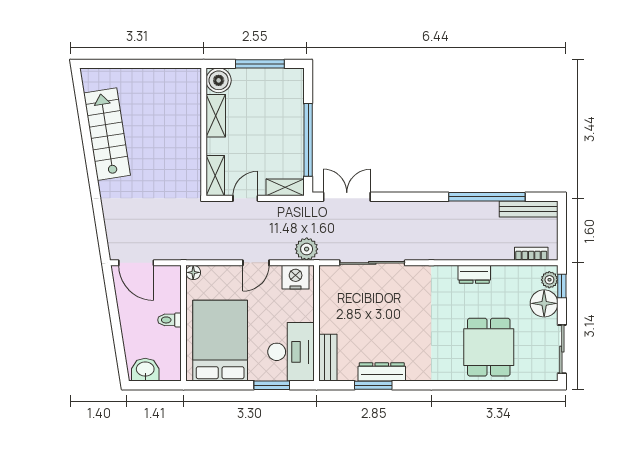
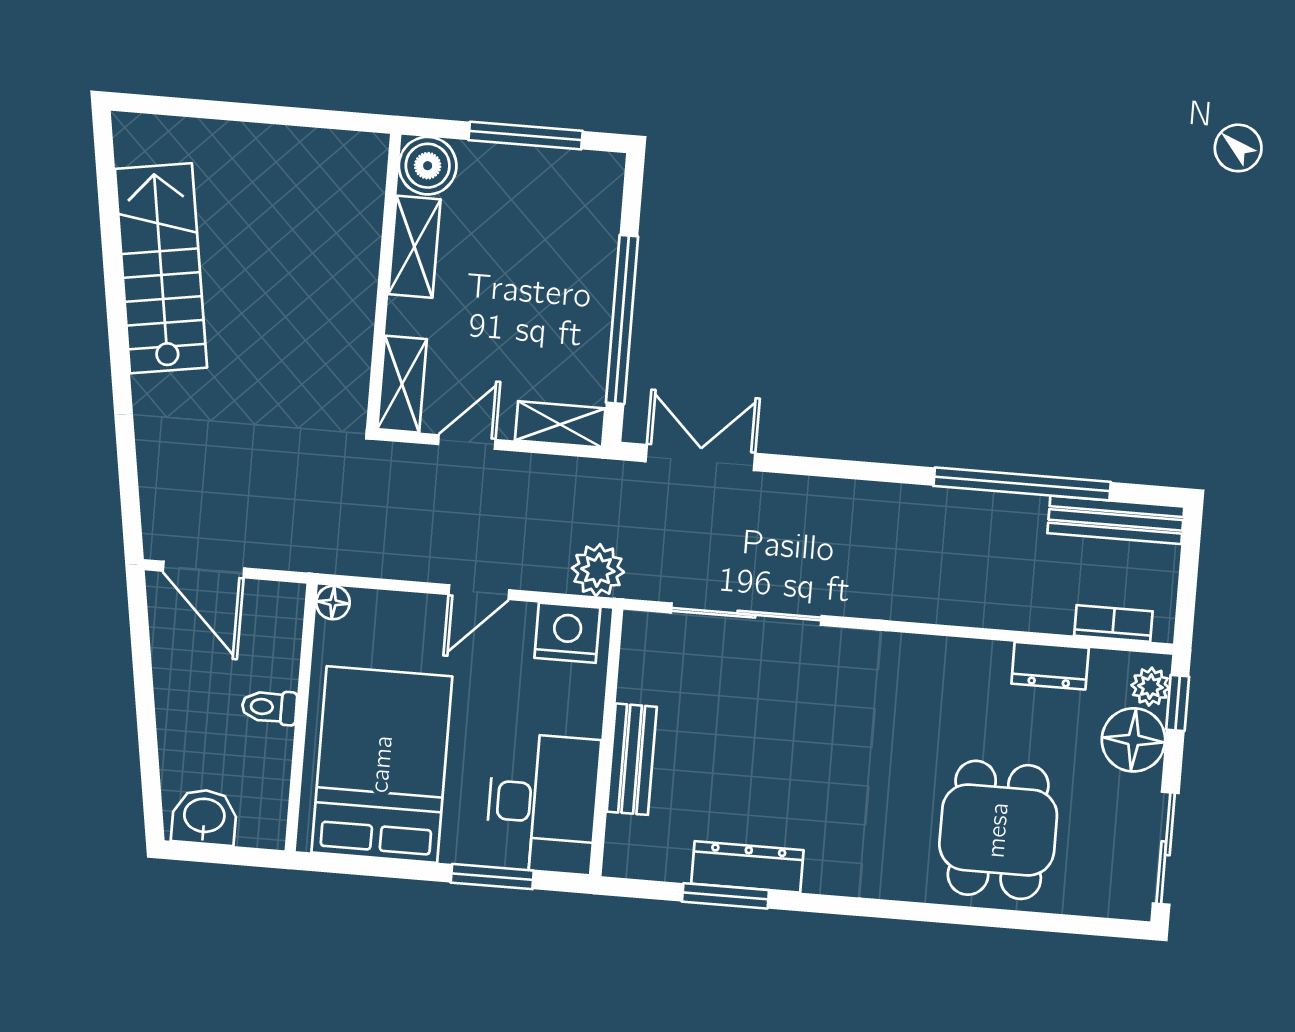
dresser: (474, 274) -> (1050, 666), moved
bench: (328, 358) -> (632, 759), moved

